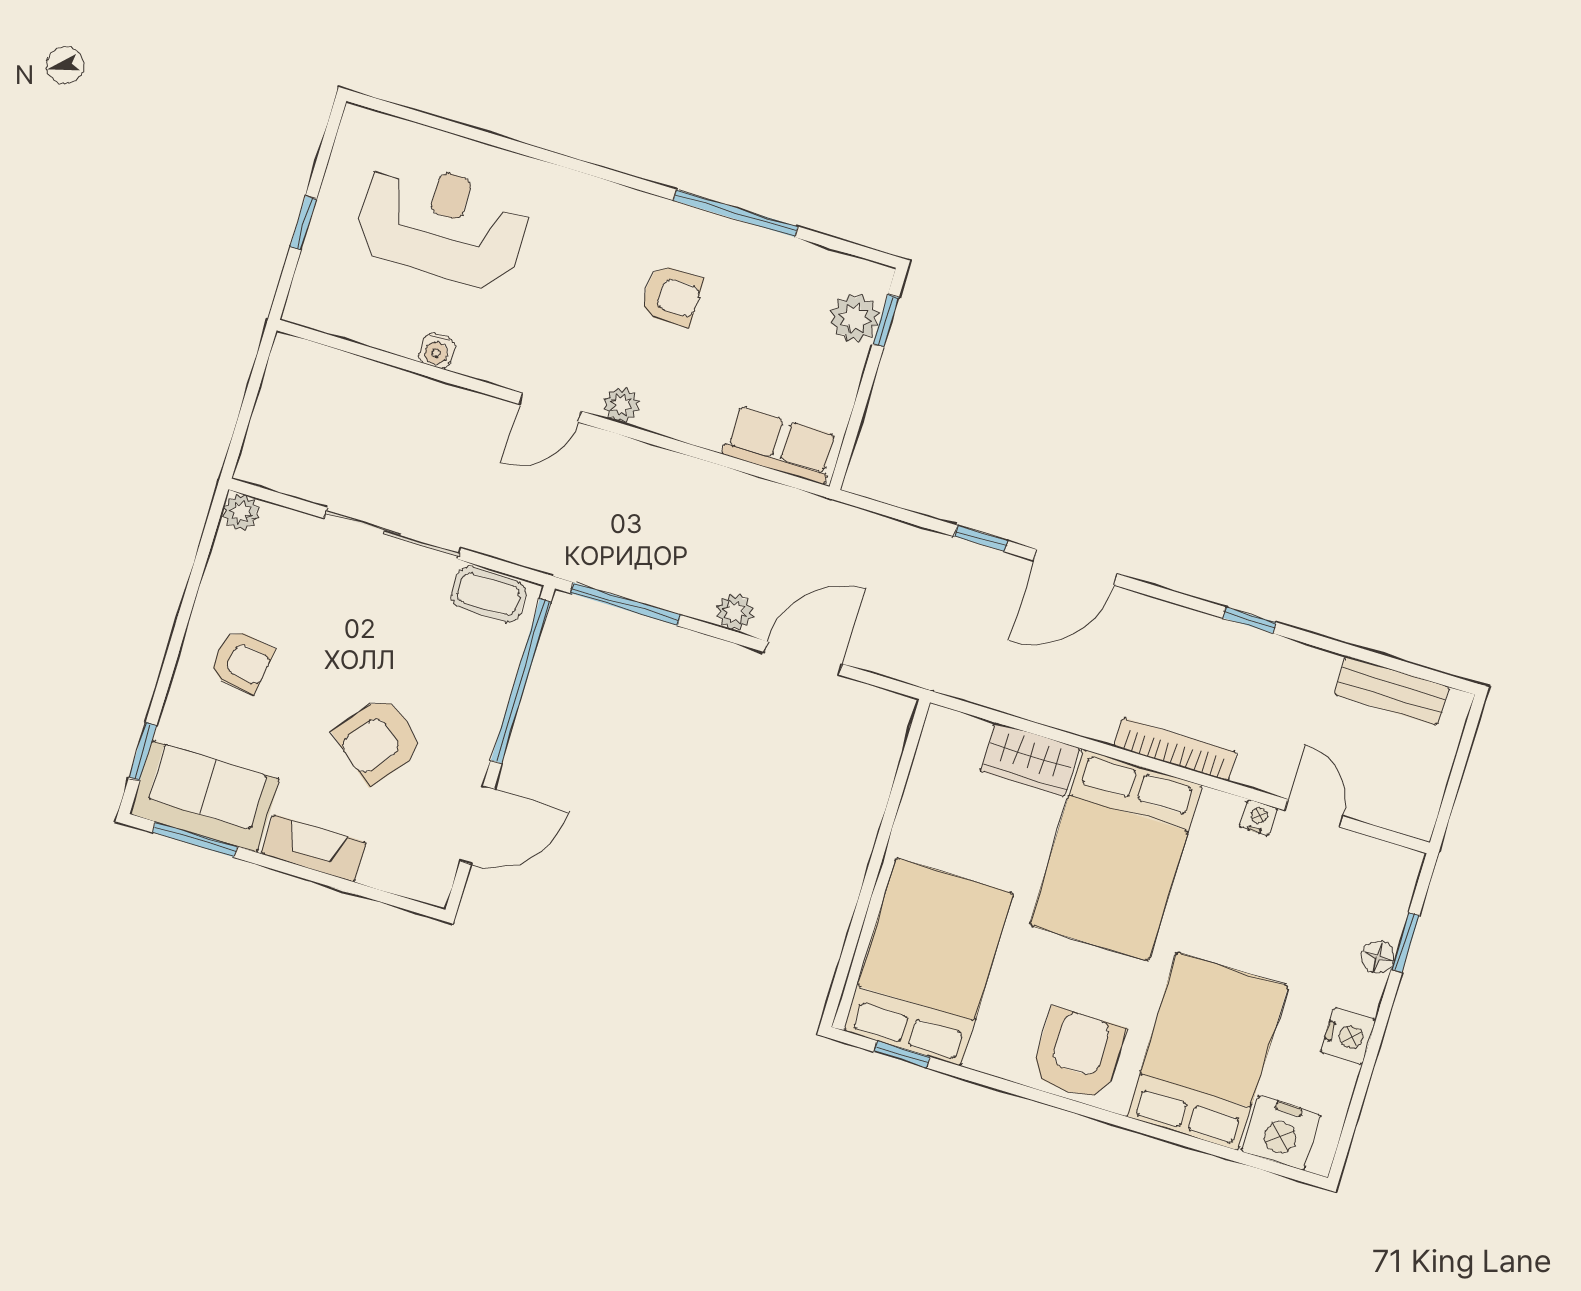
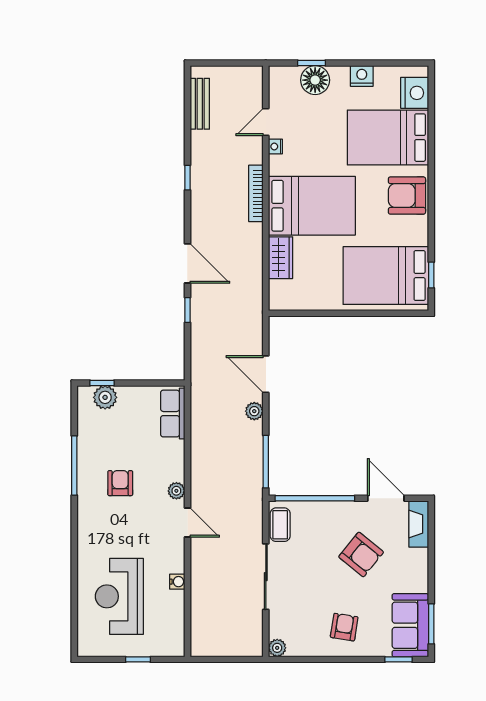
fireplace: (314, 848) -> (419, 524), moved
floor lamp: (1378, 957) -> (315, 80), width x1.89, depth x1.89

